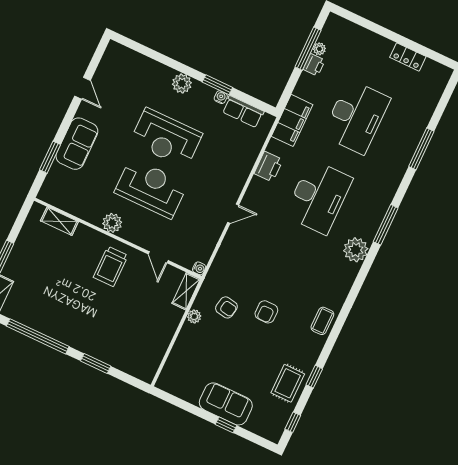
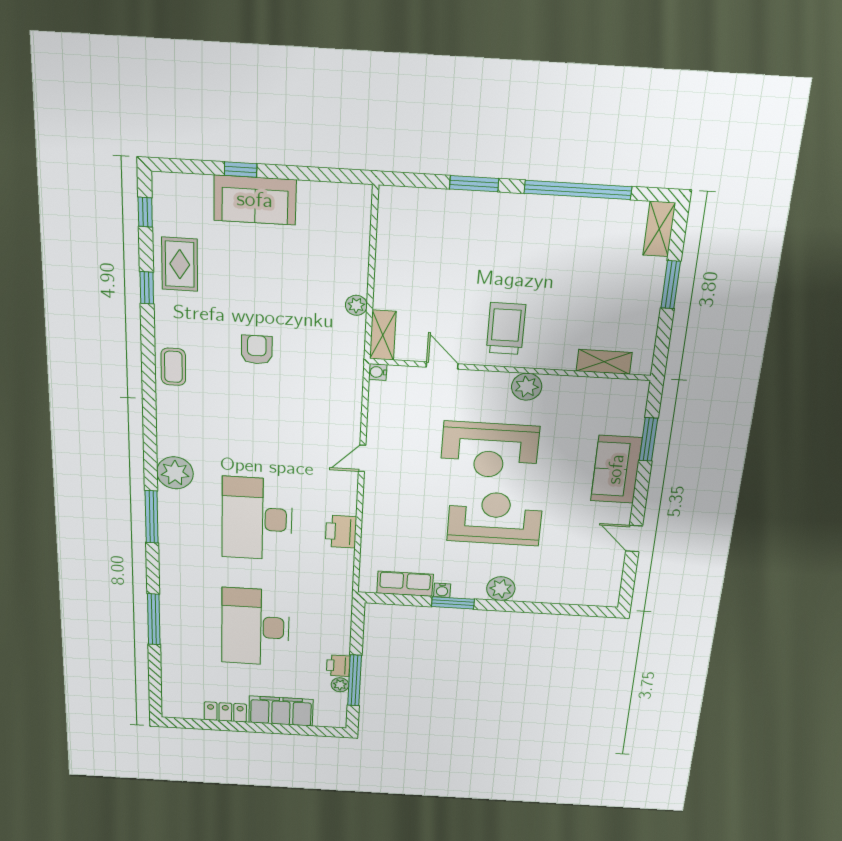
filing cabinet: (292, 120) -> (281, 711), moved, turned 90
armchair: (226, 307) -> (316, 335), removed

